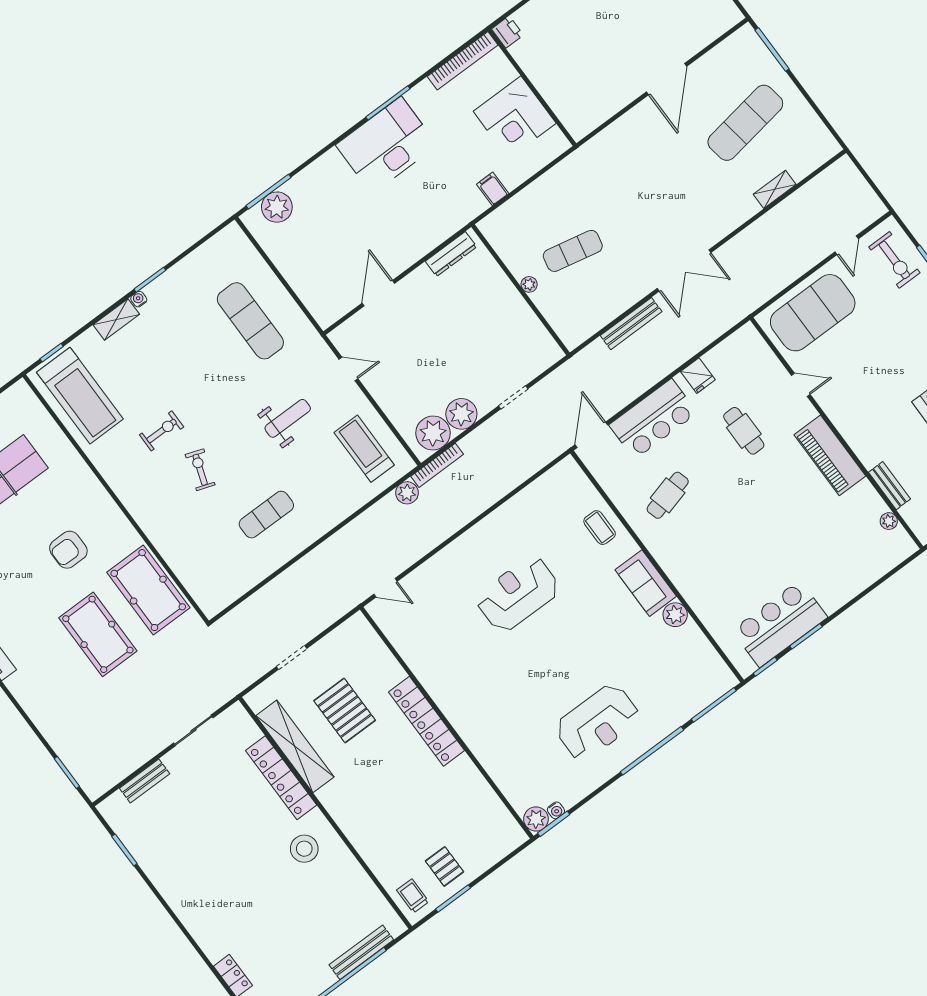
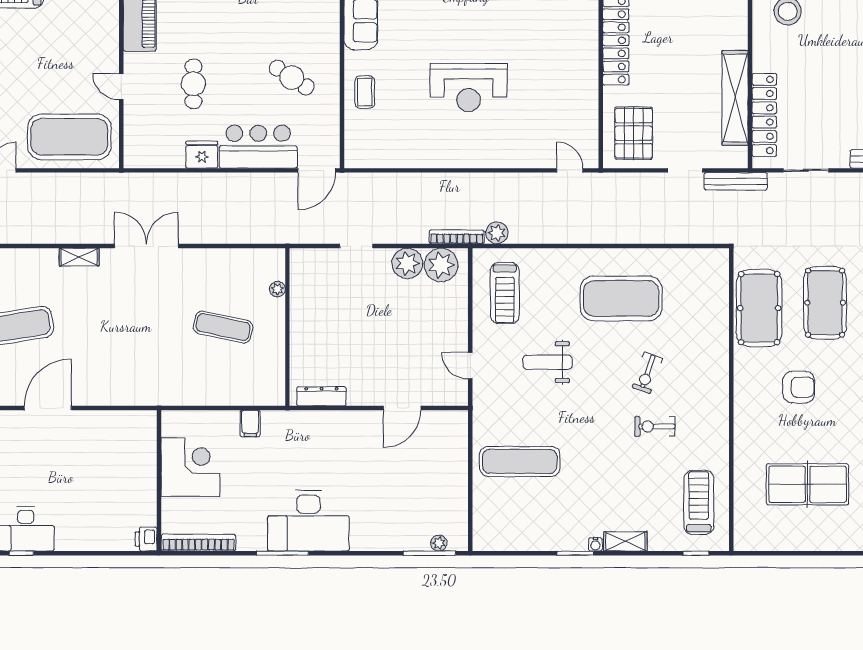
shelving: (775, 189) -> (79, 257), moved
plant: (277, 207) -> (439, 543), width x0.53, depth x0.53
plant: (529, 284) -> (277, 289), moved
exercise mat: (250, 321) -> (520, 461), turned 90
bench: (631, 324) -> (736, 181), moved
fridge: (698, 376) -> (202, 155), width x1.38
treadmill: (80, 396) -> (699, 502), width x0.73, depth x0.73
cafe table: (668, 495) -> (292, 78), turned 48
exercise mat: (266, 515) -> (621, 298), width x2.00, depth x1.45
pallet: (345, 711) -> (634, 133), moved
locker: (281, 778) -> (764, 115), moved

